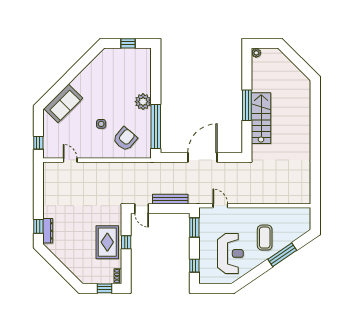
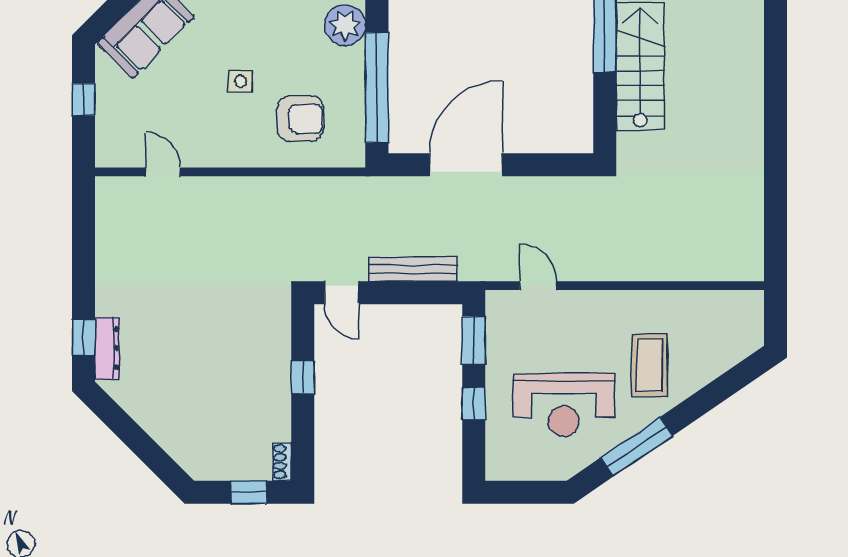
armchair: (125, 139) -> (300, 119), turned 50
window: (38, 143) -> (84, 99), moved
door: (202, 157) -> (466, 165), moved
rug: (107, 242) -> (256, 377), removed
reception desk: (230, 253) -> (564, 405), turned 90
window: (282, 255) -> (637, 447), moved
window: (194, 266) -> (474, 403), moved

